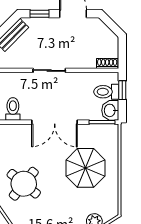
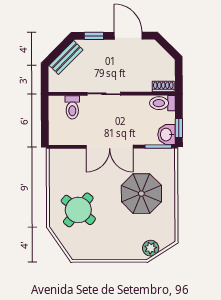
window: (122, 90) -> (179, 128), moved
toilet: (106, 92) -> (162, 103), moved
toilet: (13, 109) -> (72, 107), moved, turned 180

